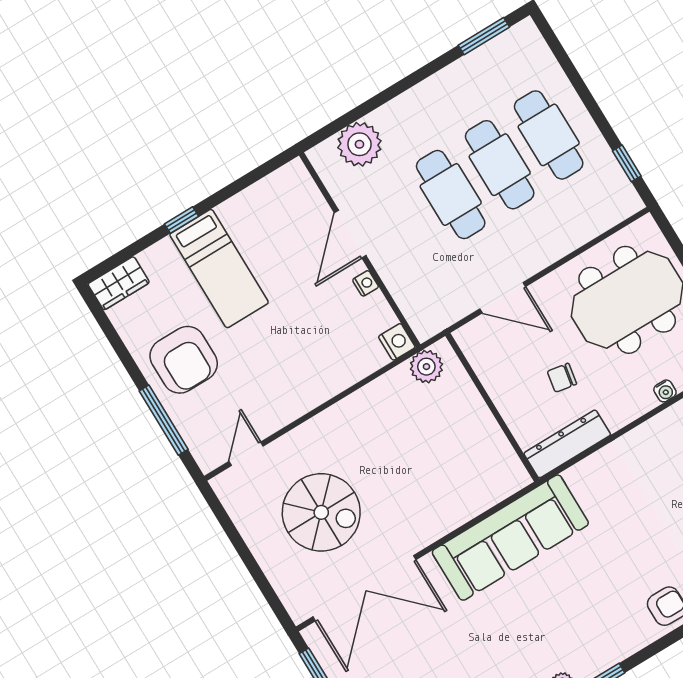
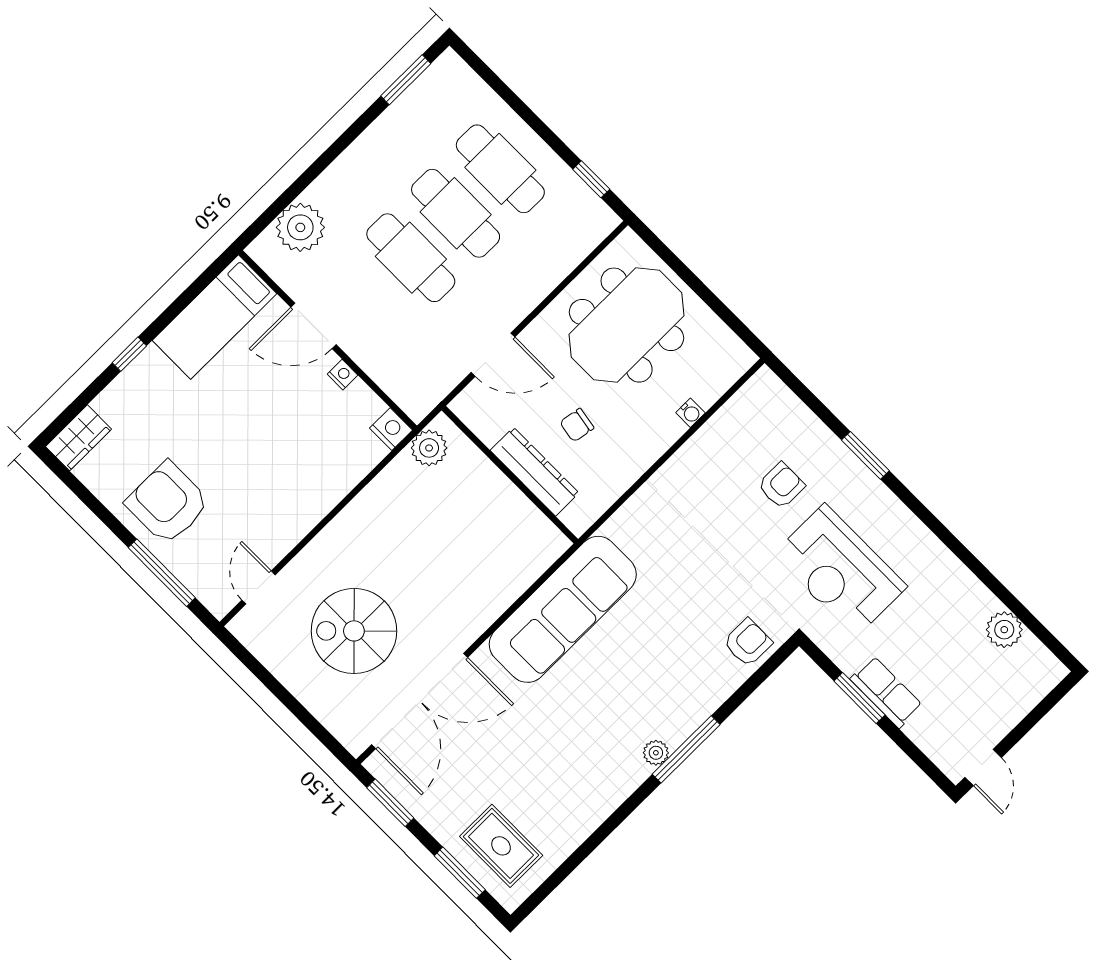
door: (350, 234) -> (314, 326), hinge flipped
bed: (219, 269) -> (215, 317), moved, turned 90
armchair: (184, 360) -> (168, 503), turned 180
dresser: (567, 444) -> (535, 472), moved, turned 90
spiral stairs: (321, 512) -> (354, 631), turned 180

